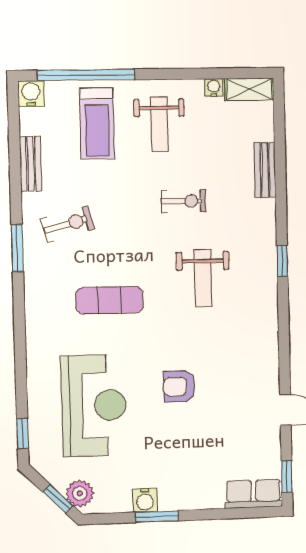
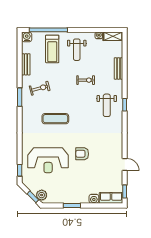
weight bench: (203, 278) -> (107, 105), moved
reception desk: (94, 405) -> (48, 160), turned 90
water cooler: (145, 500) -> (94, 199), moved

